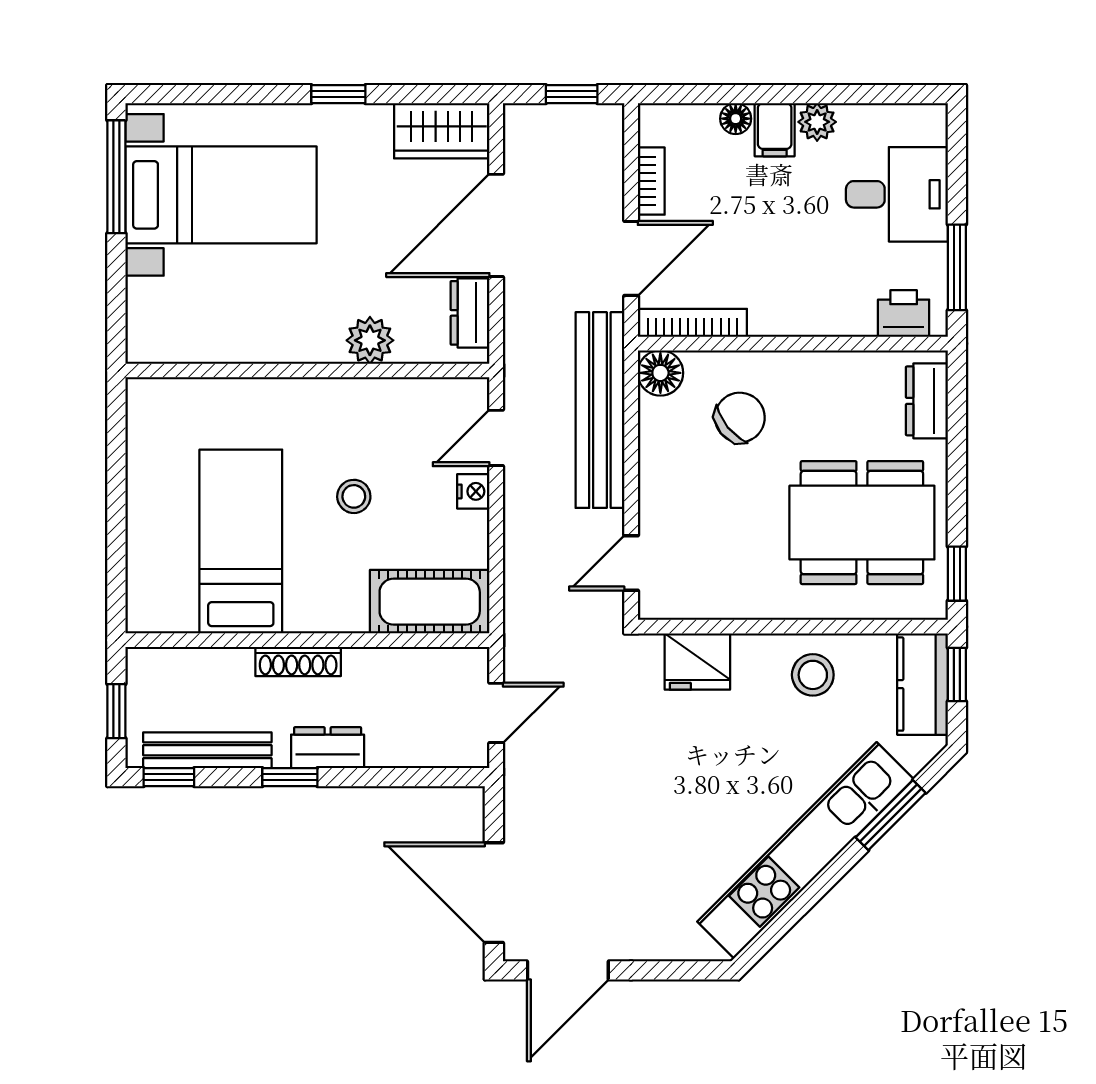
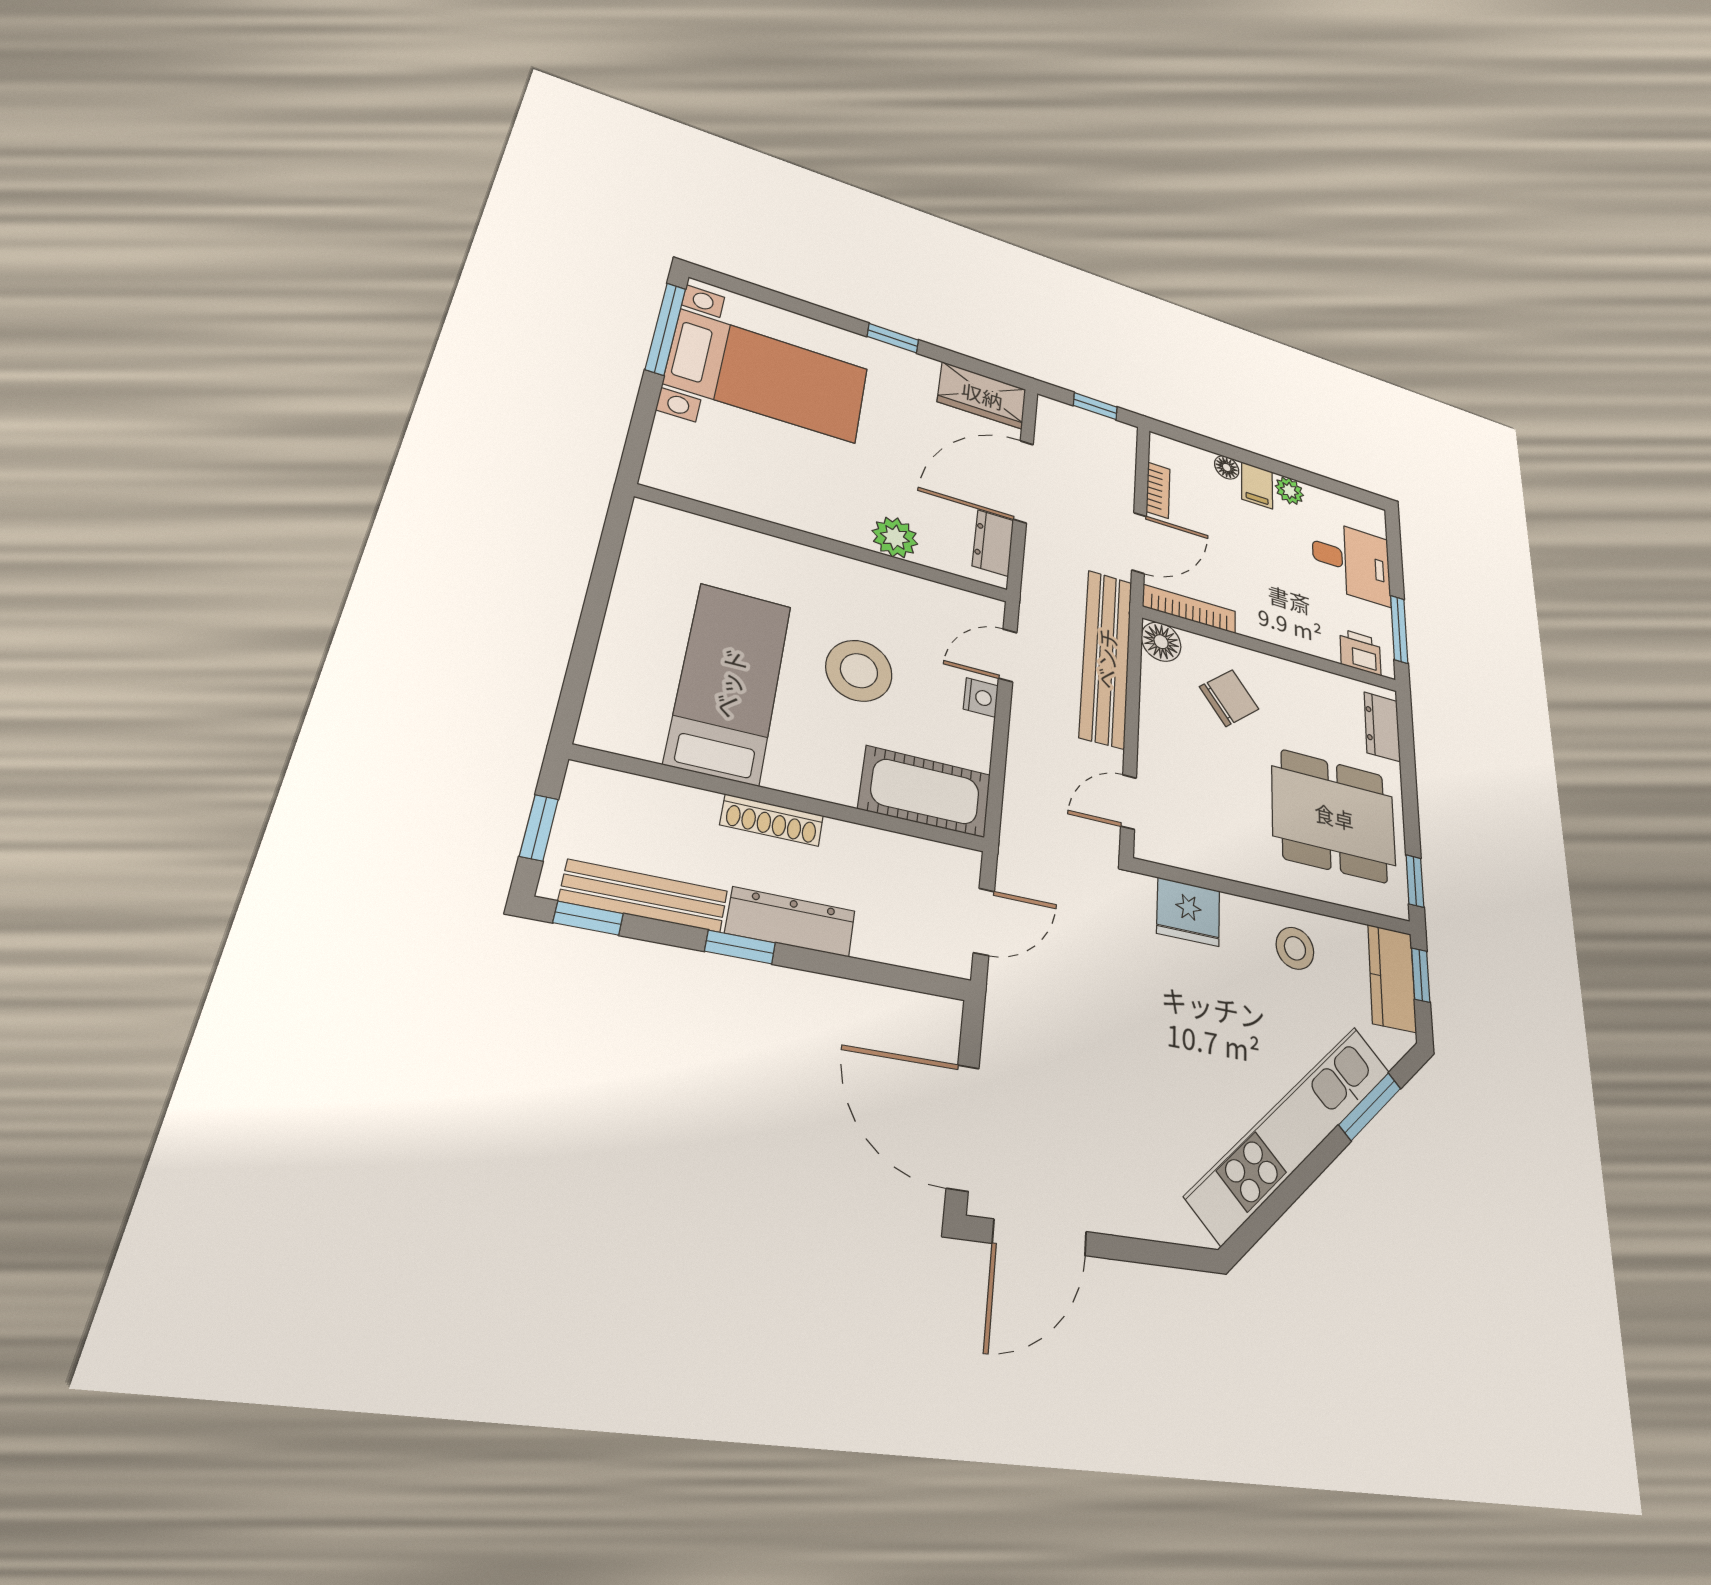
stool: (354, 496) -> (859, 671), width x1.89, depth x1.89
dresser: (328, 748) -> (791, 922), width x1.44

